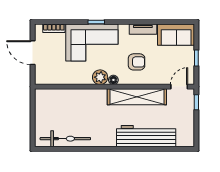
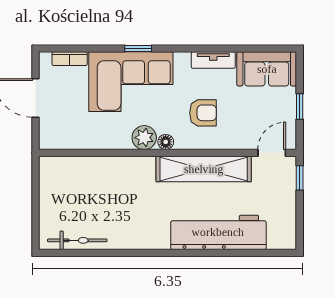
bicycle: (65, 139) -> (77, 240), width x0.73, depth x0.71

